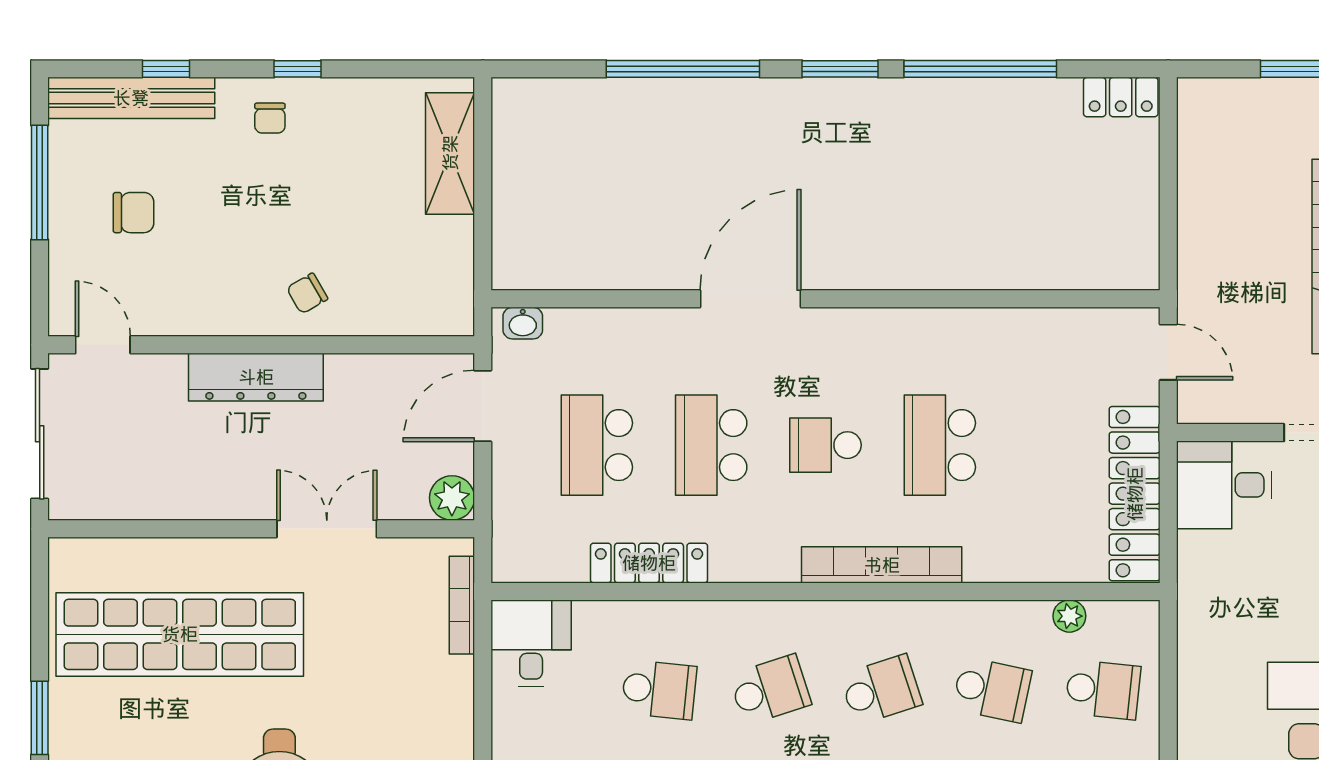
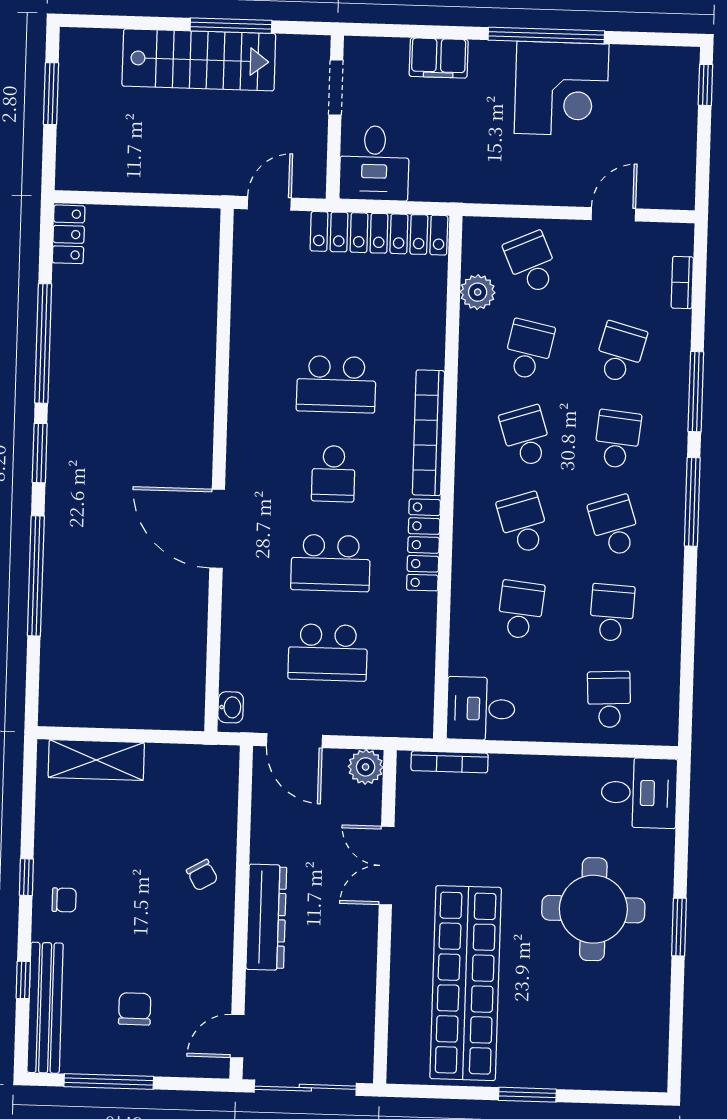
locker: (649, 563) -> (423, 545), moved
plant: (1069, 616) -> (478, 292), width x1.38, depth x1.38
school desk: (1103, 690) -> (531, 263), turned -30

